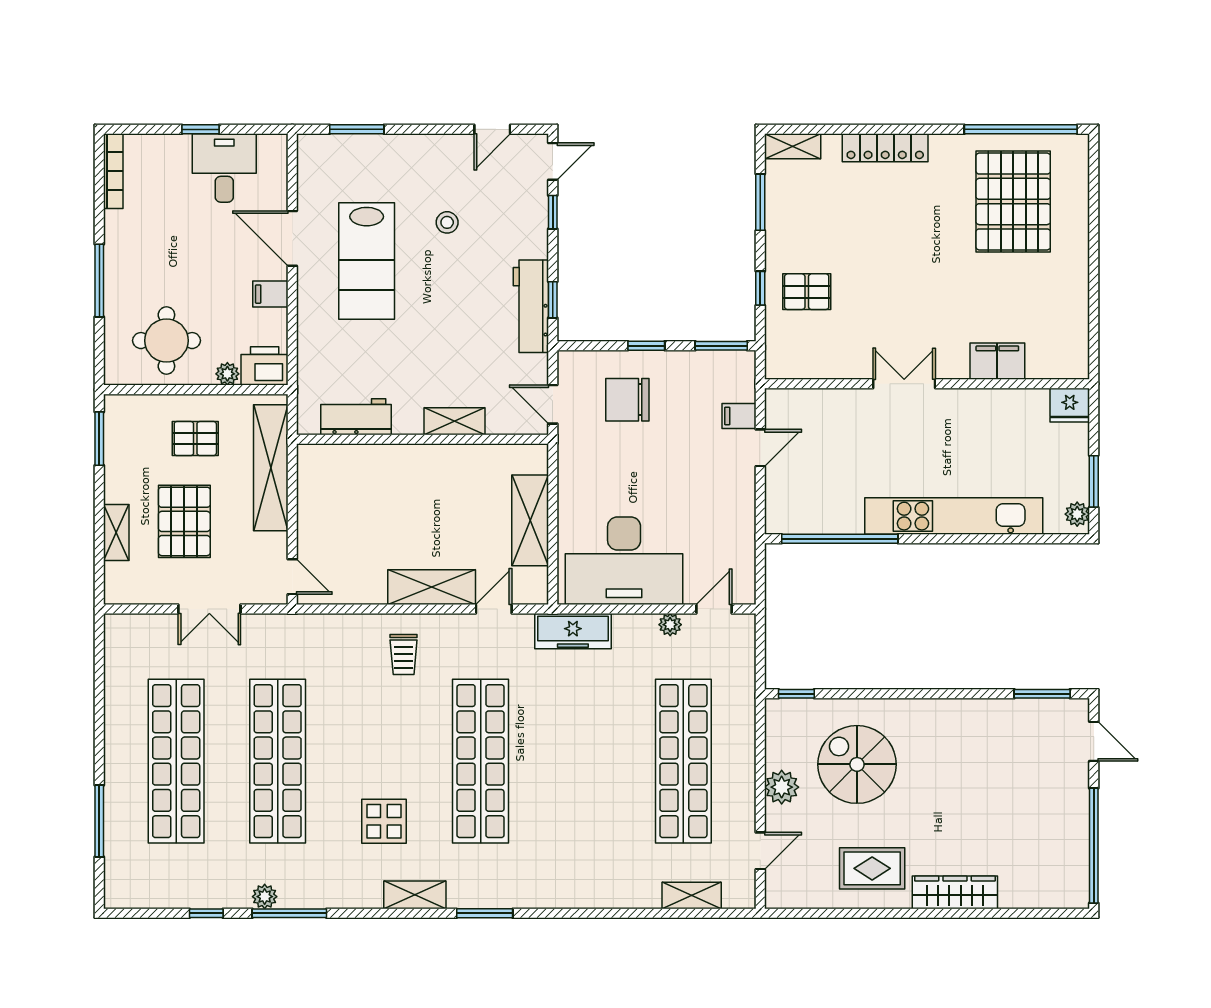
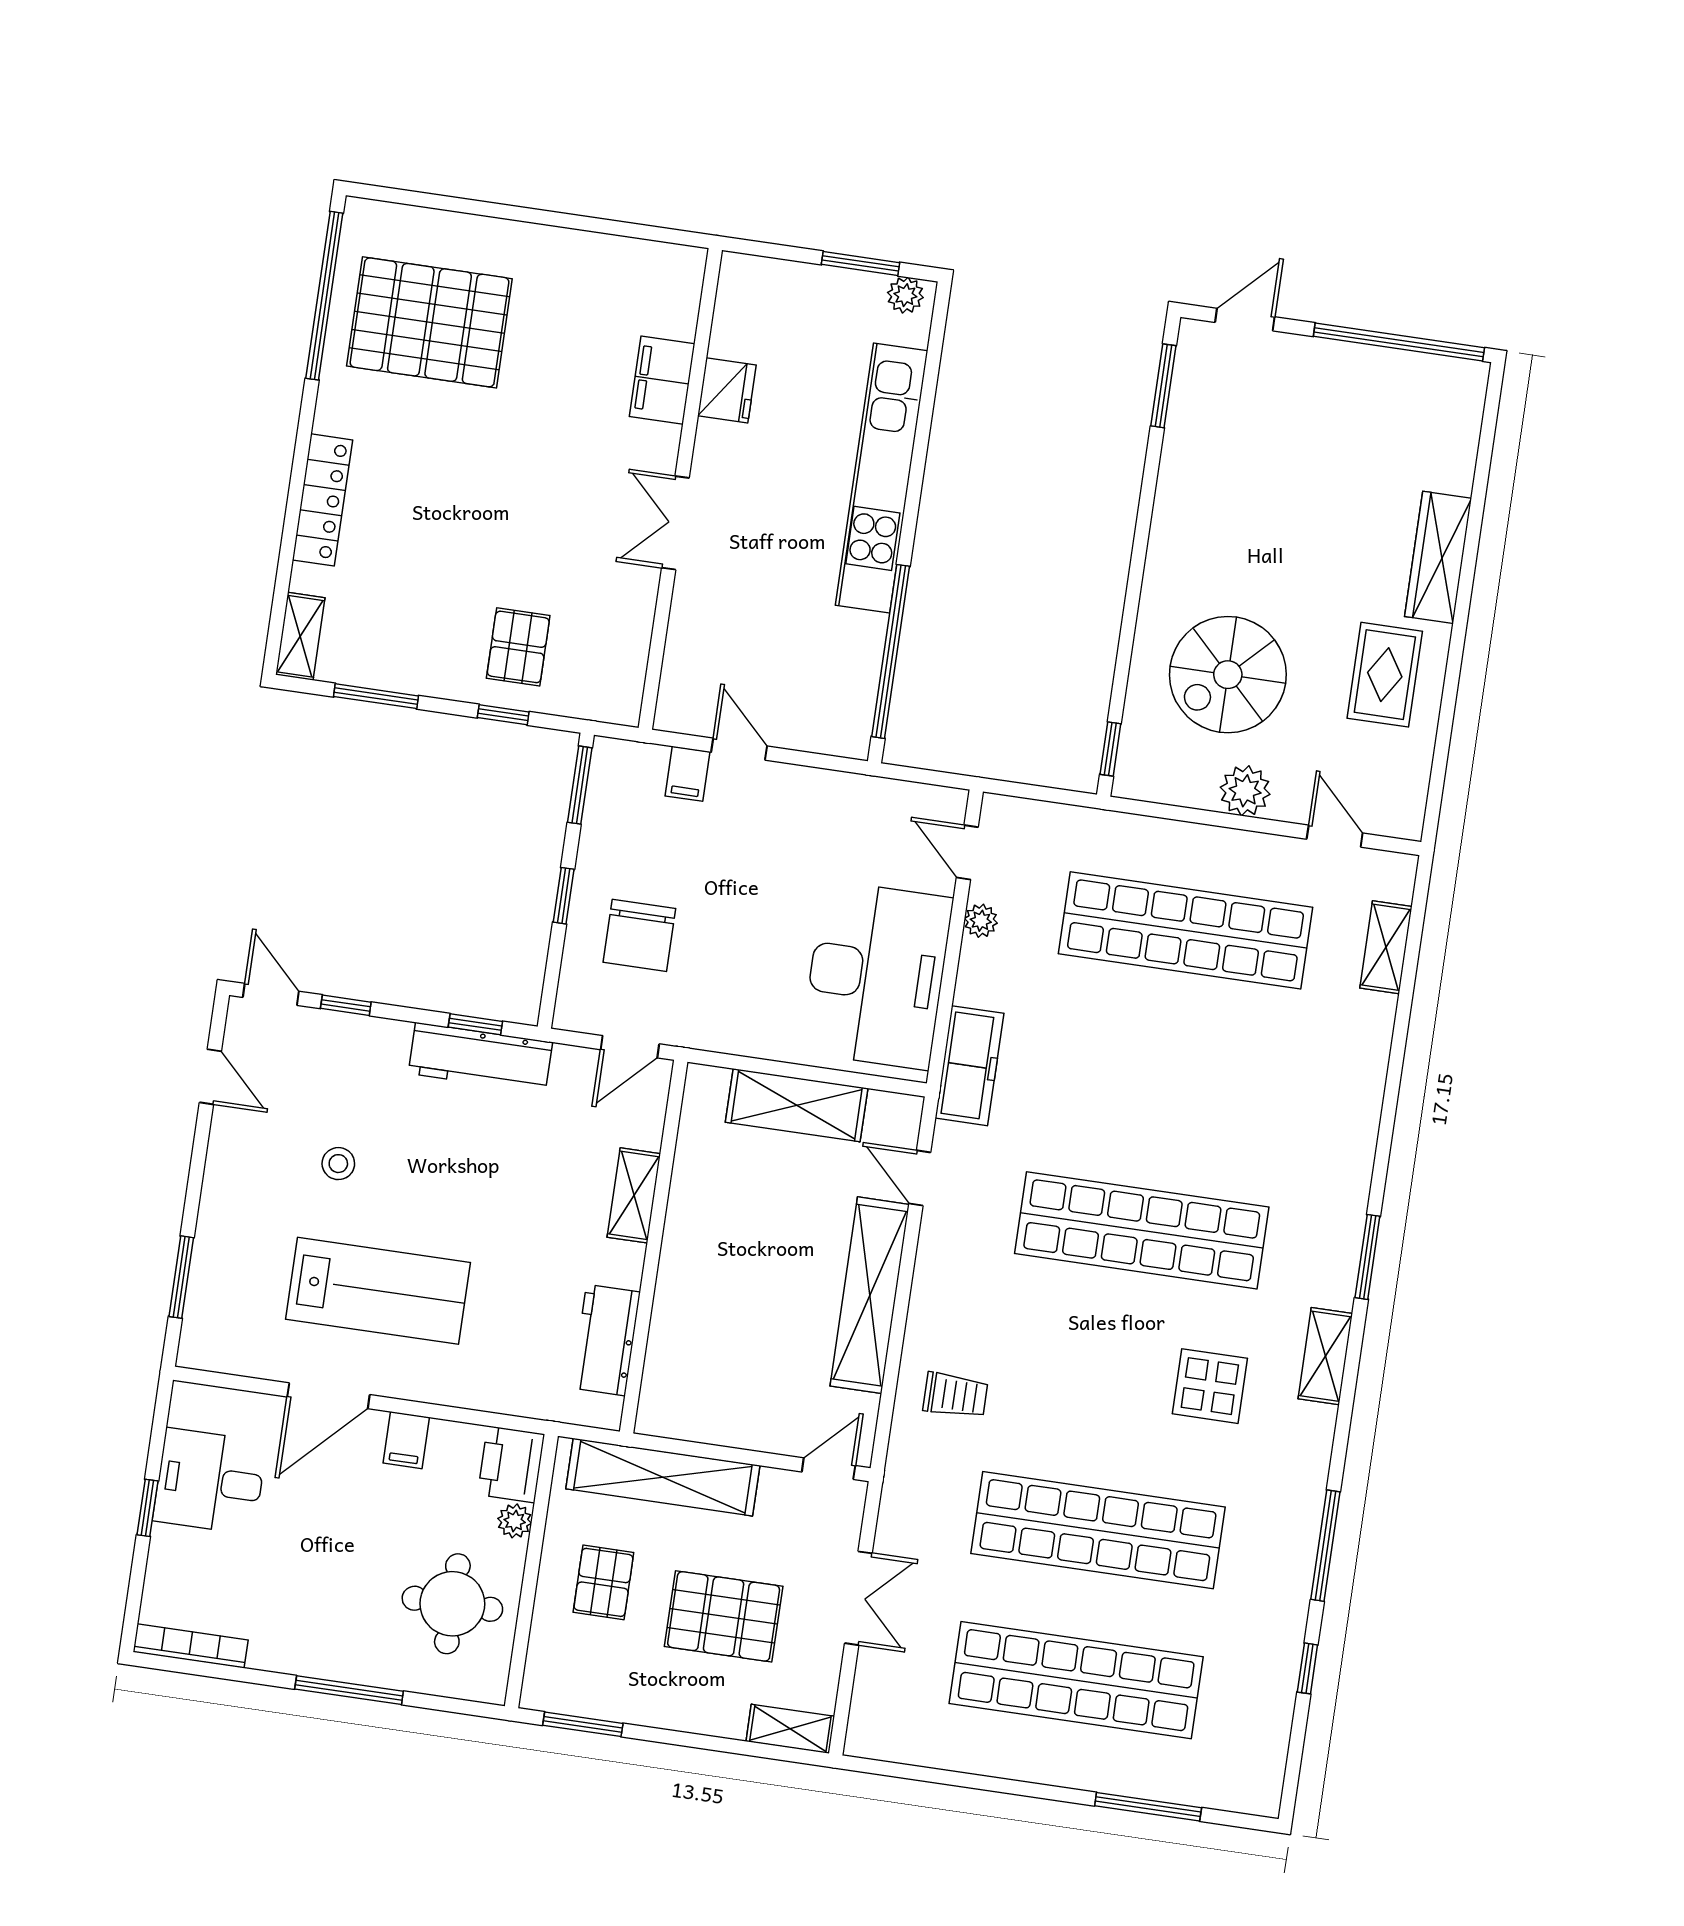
fridge: (1070, 405) -> (727, 390), moved
shelving: (116, 532) -> (790, 1729), moved
shelving: (432, 587) -> (870, 1295), width x1.47
trolley: (404, 655) -> (955, 1395), moved
plant: (265, 897) -> (1295, 1579), removed

